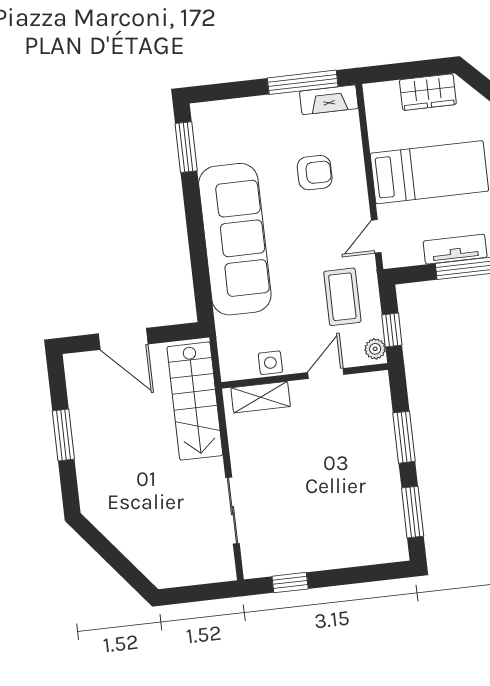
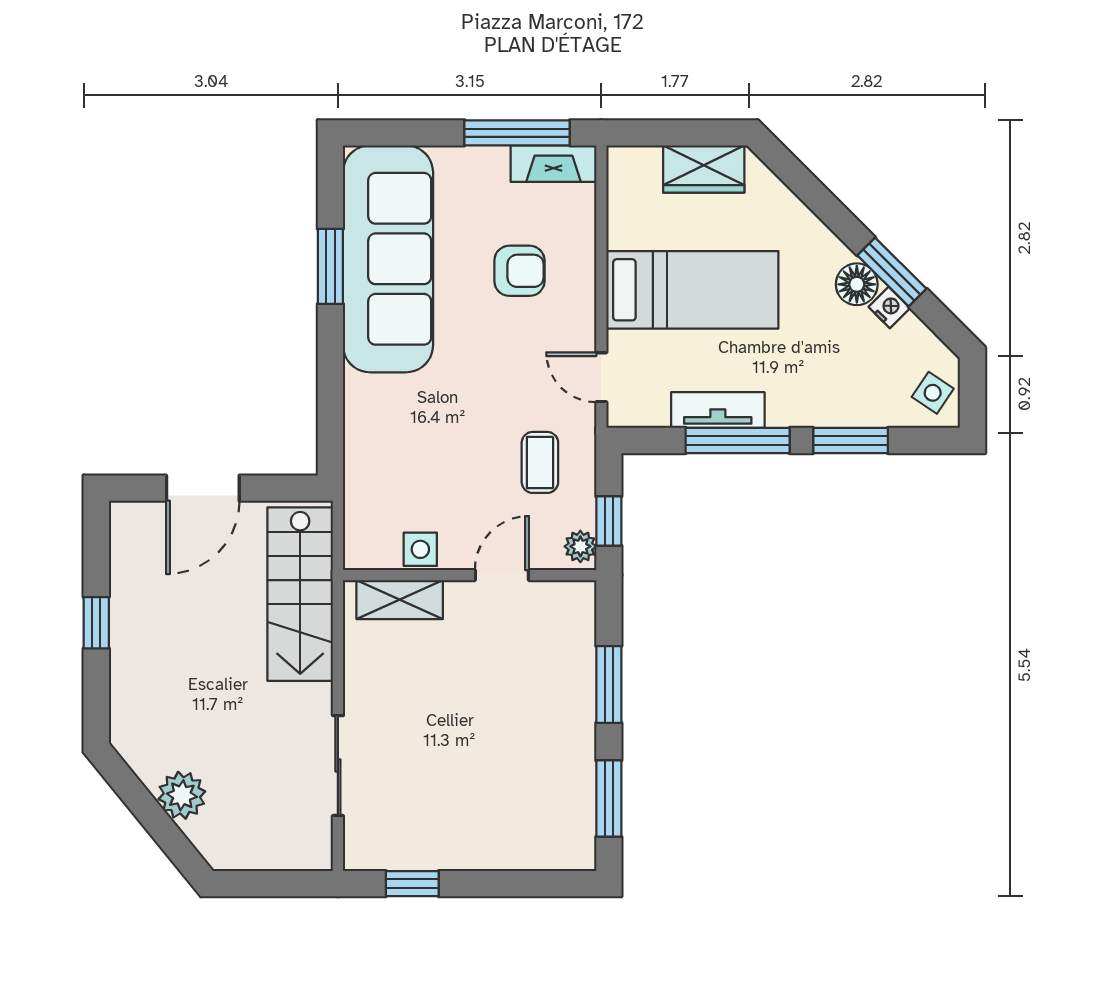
window: (186, 147) -> (330, 266), moved
door: (376, 236) -> (601, 377), hinge flipped
sofa: (235, 239) -> (388, 259), moved
coffee table: (342, 297) -> (540, 462), width x0.73, depth x0.77
door: (123, 339) -> (203, 488), hinge flipped
window: (63, 435) -> (96, 623), width x0.67
plant: (132, 542) -> (182, 795), added

